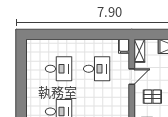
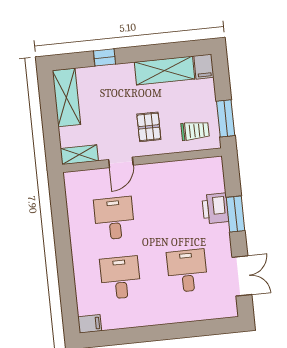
filing cabinet: (124, 46) -> (90, 324), moved
door: (132, 77) -> (121, 162), swing flipped

